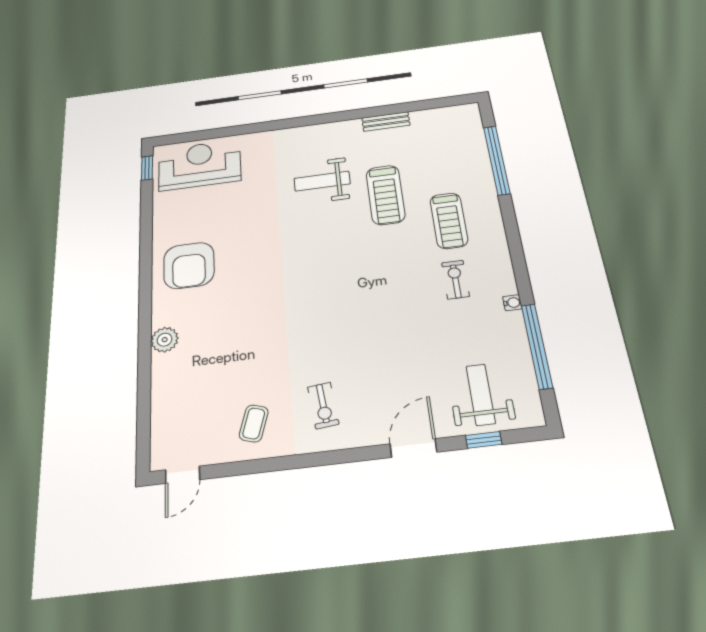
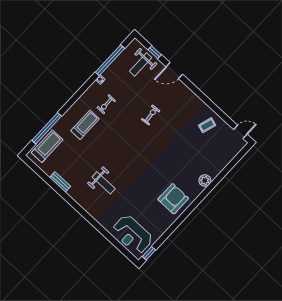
treadmill: (386, 195) -> (47, 146), moved
exercise bike: (323, 406) -> (151, 115), moved

